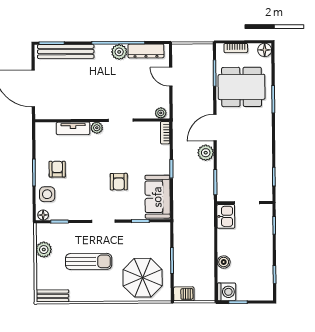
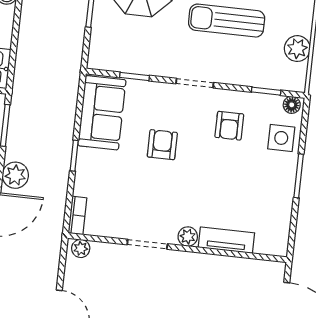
armchair: (57, 169) -> (229, 126), moved

